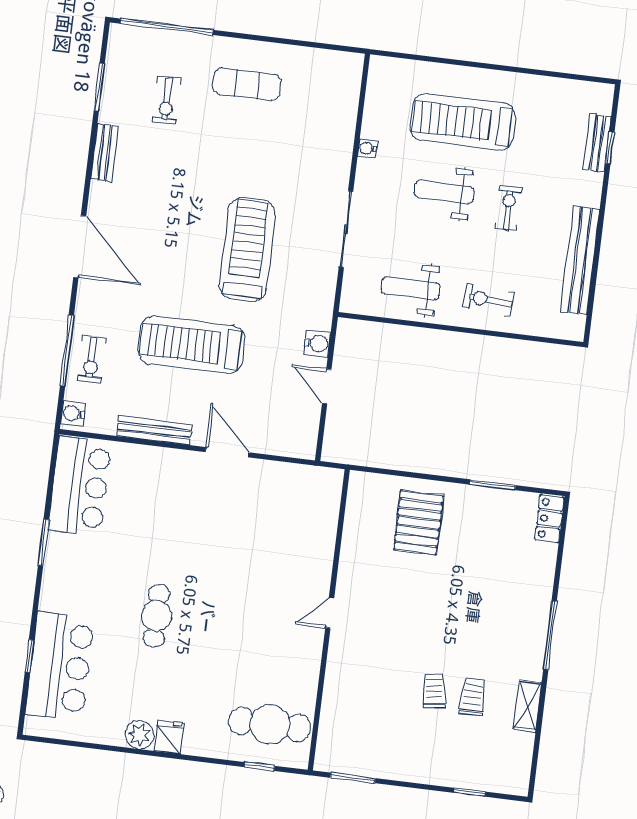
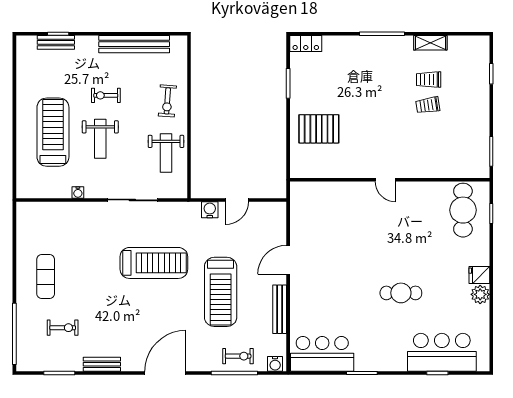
treadmill: (463, 122) -> (53, 132), turned 180
treadmill: (247, 250) -> (154, 263), turned 180

